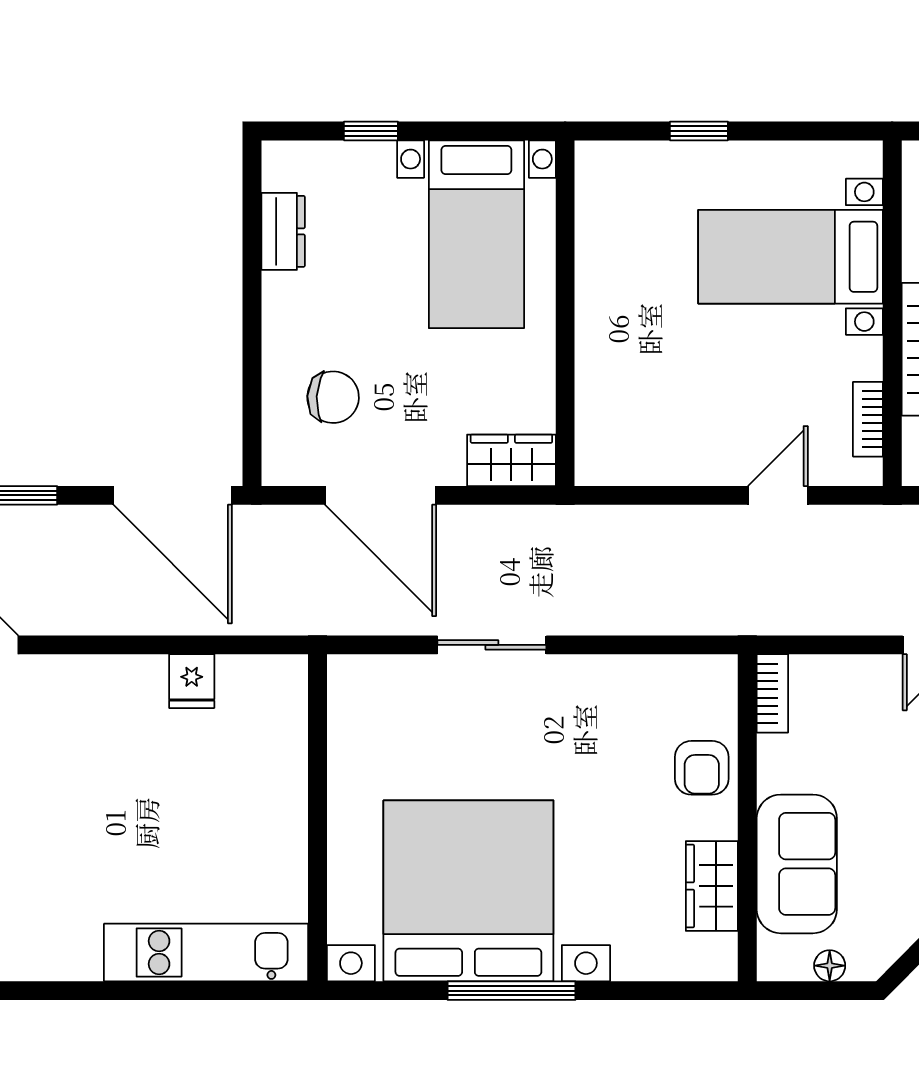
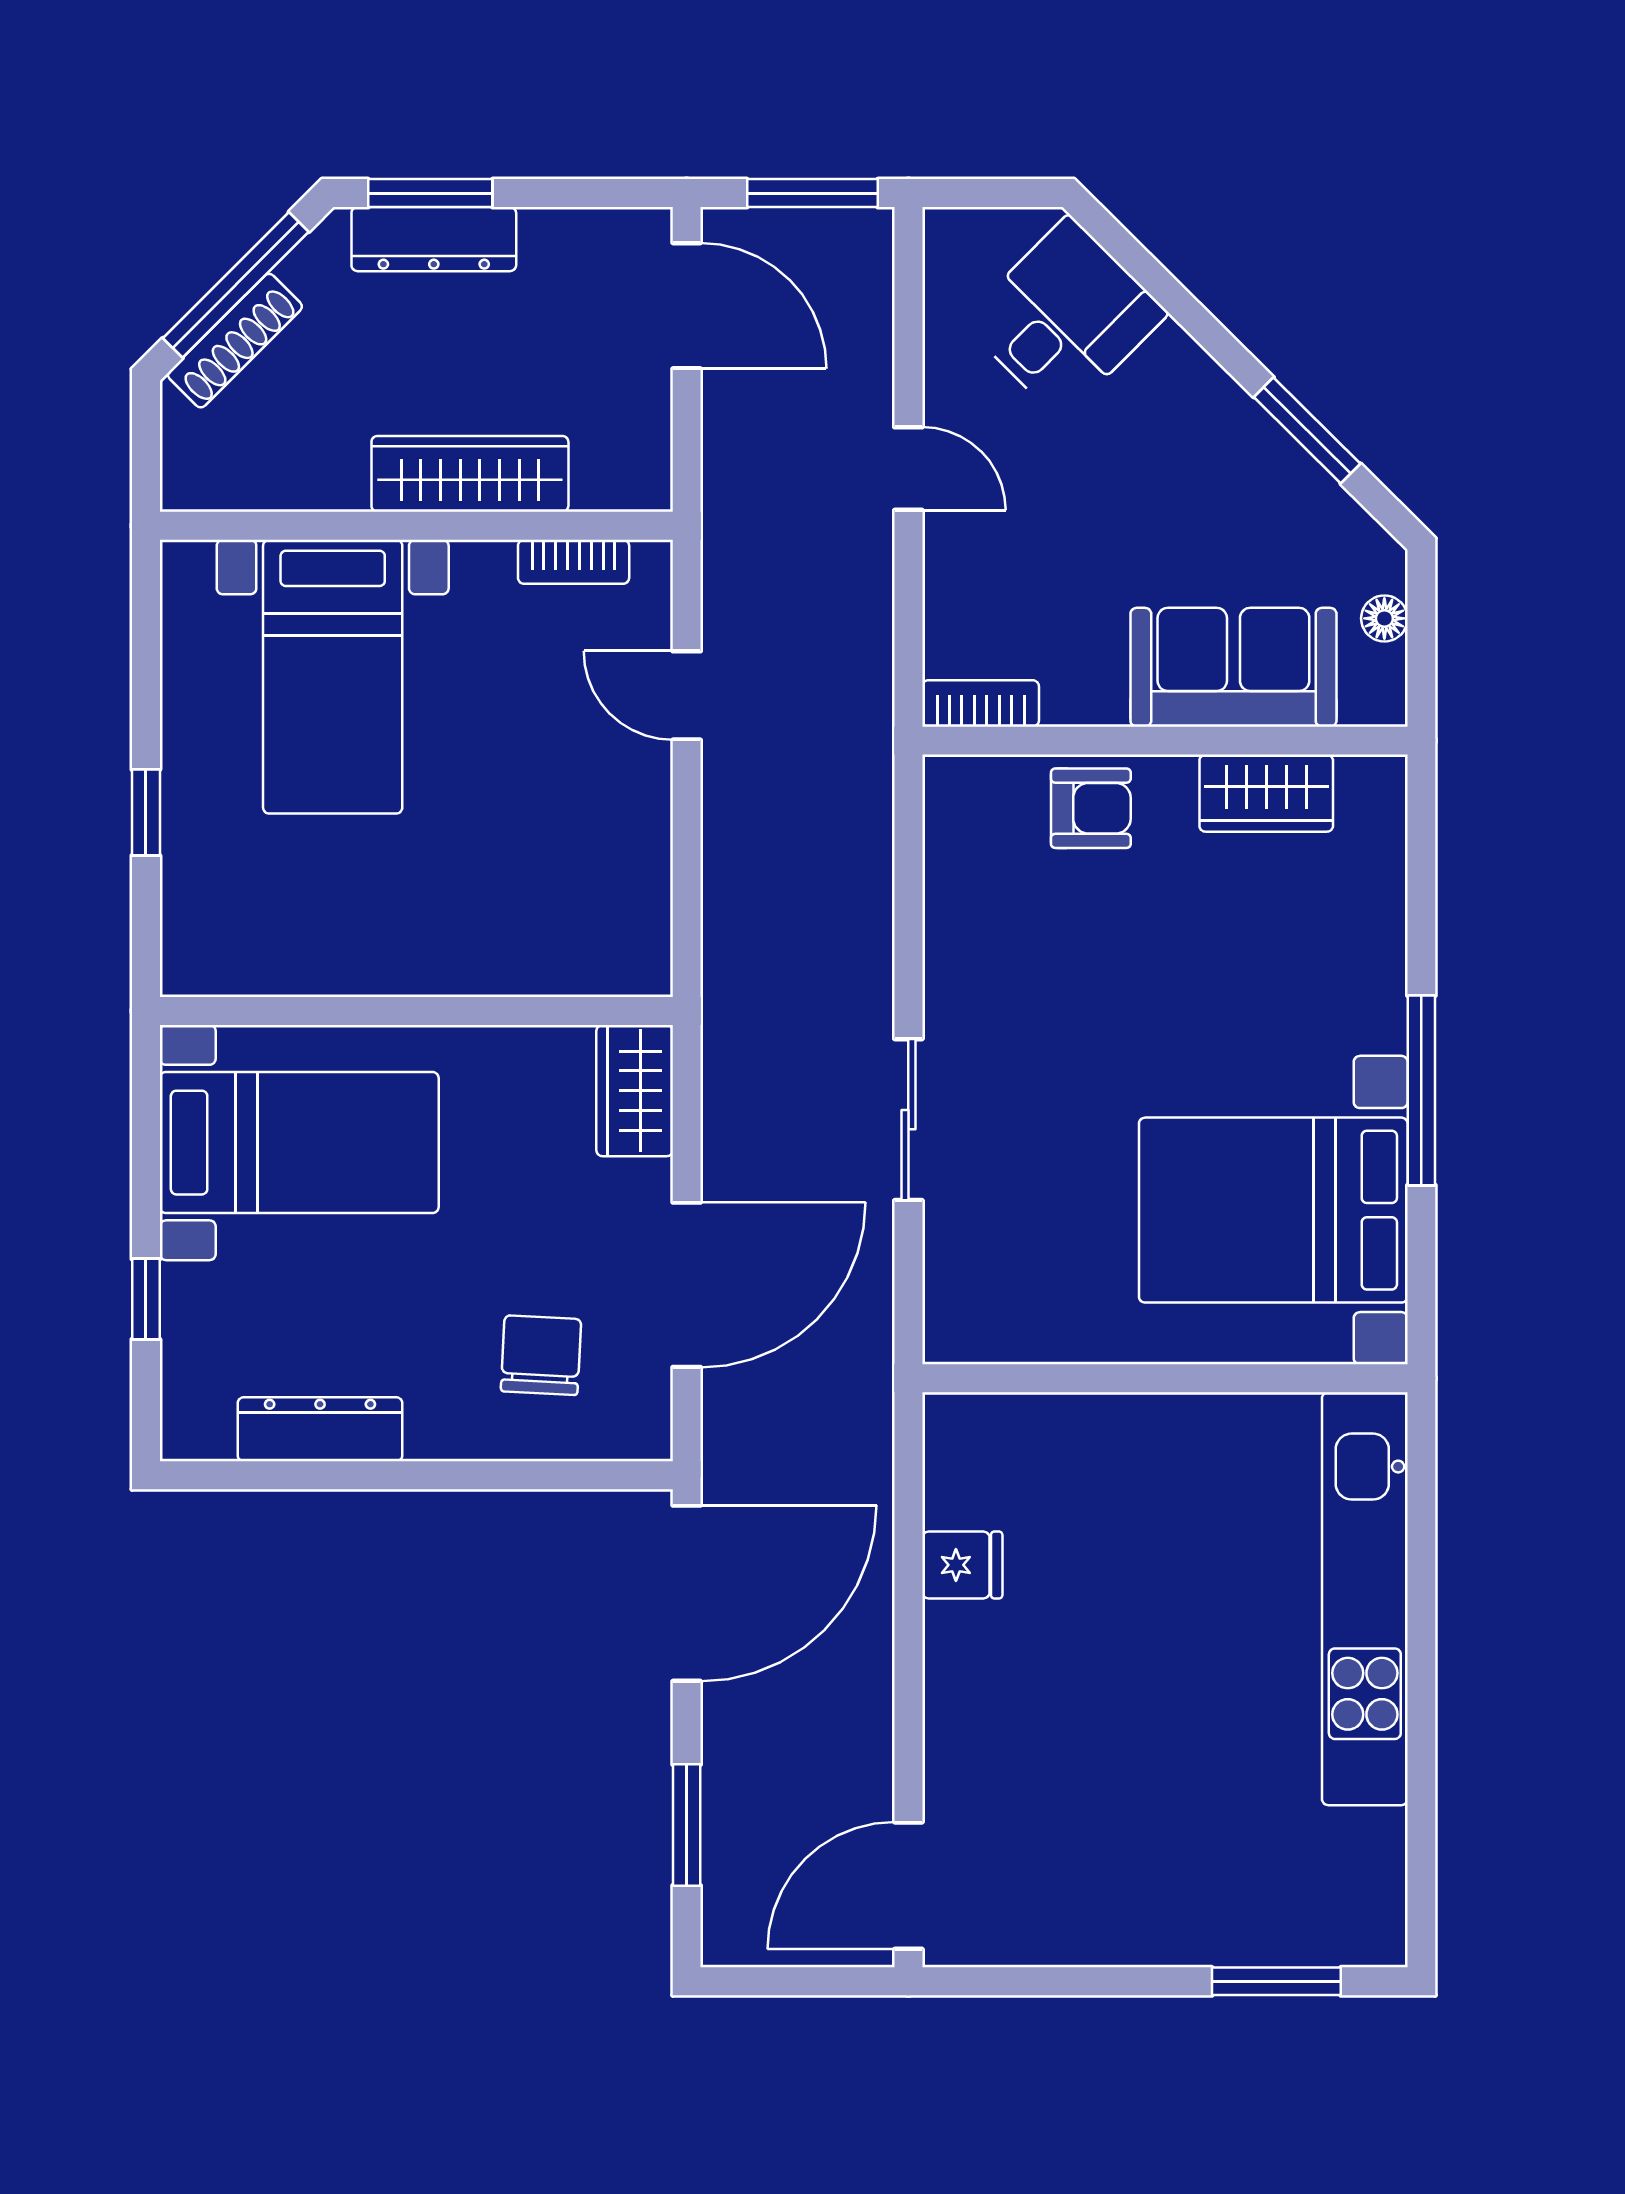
dresser: (283, 231) -> (320, 1429), width x1.44
bed with nightstands: (468, 891) -> (1273, 1210), width x0.73
kitchen unit: (206, 952) -> (1365, 1599), width x1.36

